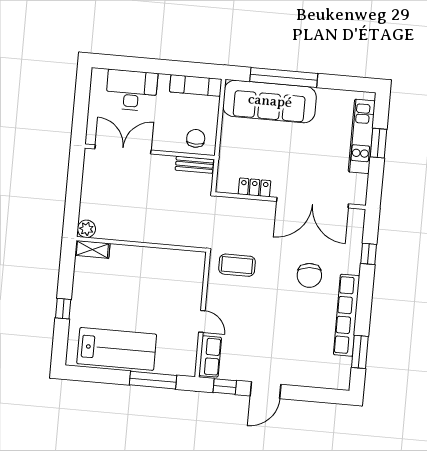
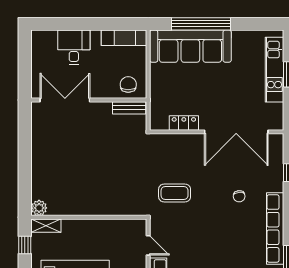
desk: (132, 90) -> (74, 47), width x0.73
plant: (87, 229) -> (39, 208), moved
wall: (141, 244) -> (89, 217), moved
shelving: (92, 249) -> (46, 226), moved
chair: (309, 275) -> (239, 196), width x0.54, depth x0.54

